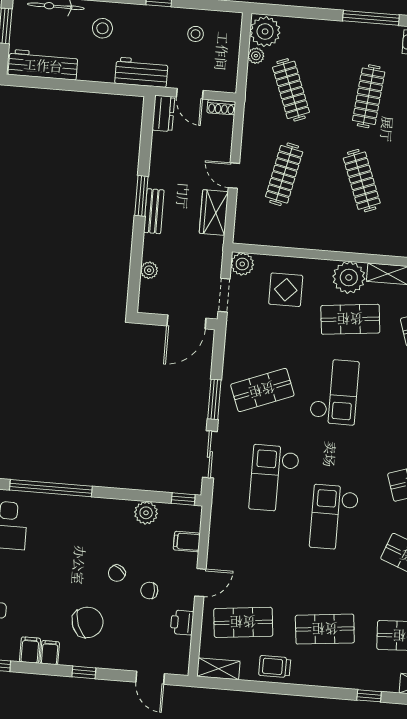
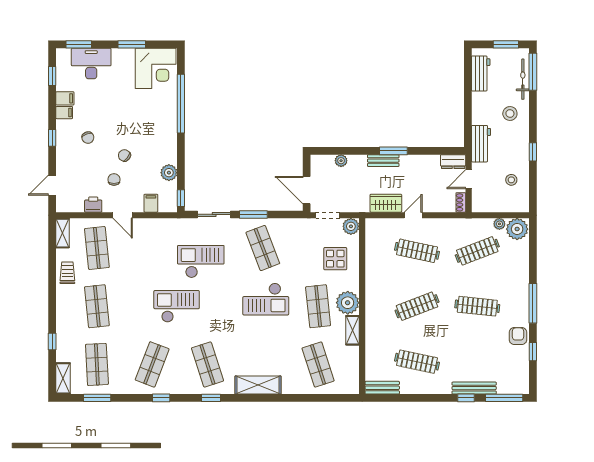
workbench: (43, 65) -> (481, 73), width x0.73
chair: (88, 622) -> (88, 138), width x0.54, depth x0.54

